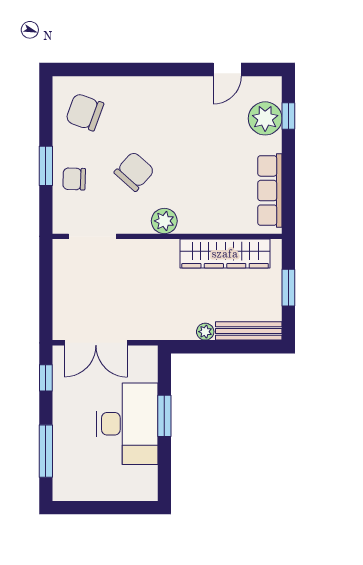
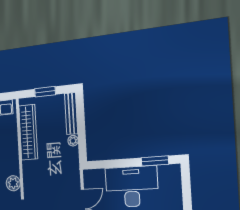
plant: (164, 221) -> (13, 183), moved
window: (164, 416) -> (155, 161), moved

